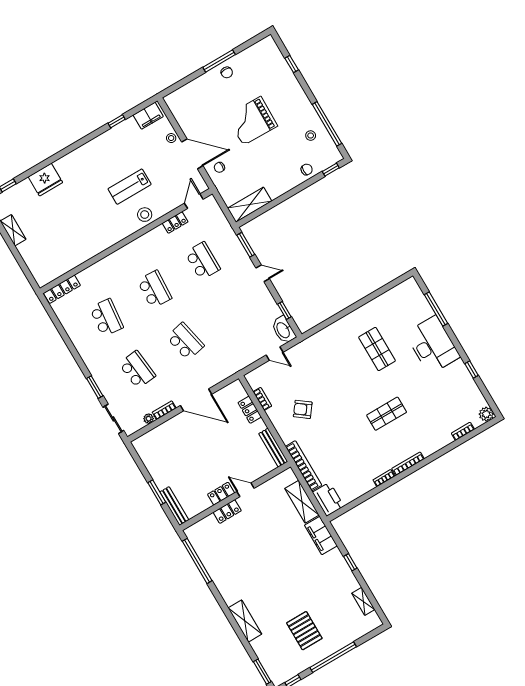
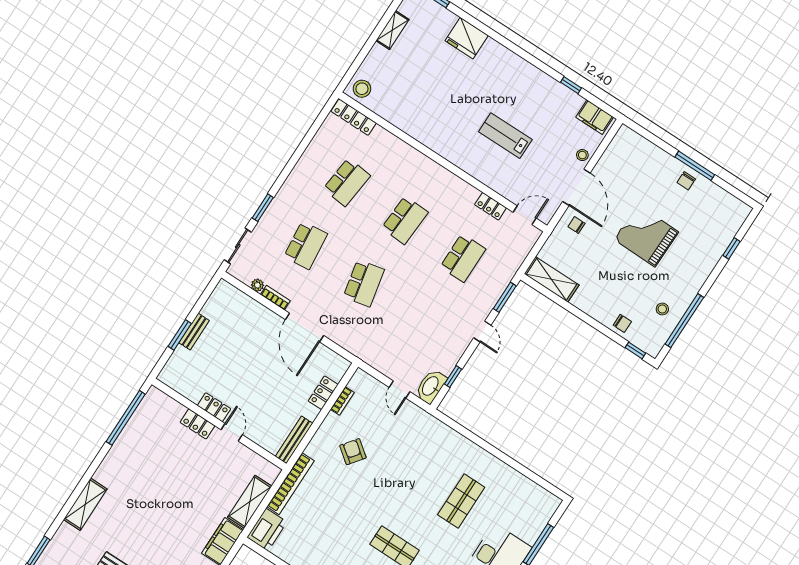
stool: (145, 215) -> (362, 89), moved
bench: (174, 506) -> (194, 332), moved, width x0.73

